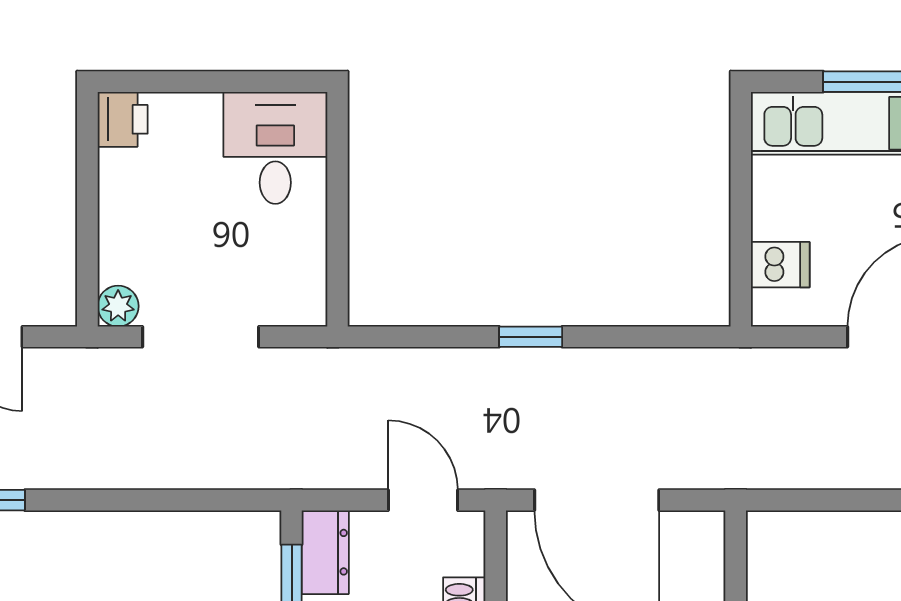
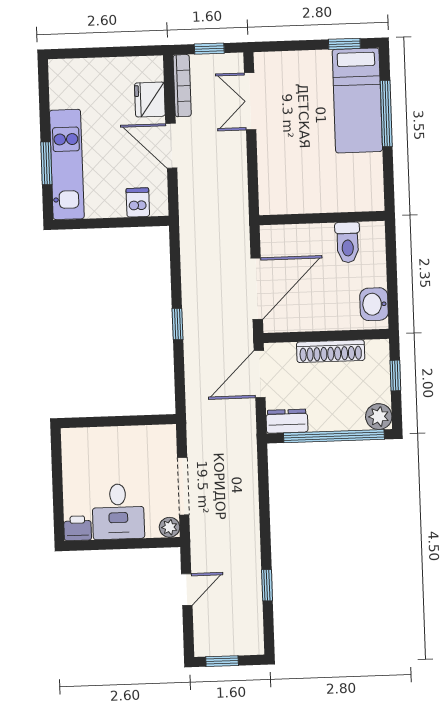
desk: (275, 148) -> (118, 512), moved, turned -90
door: (423, 500) -> (260, 374), width x1.38

